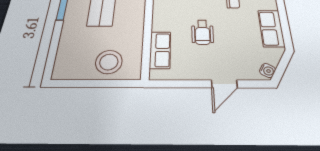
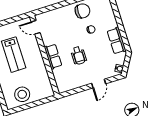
row of seats: (160, 50) -> (53, 56), moved
stool: (109, 62) -> (22, 94), moved

